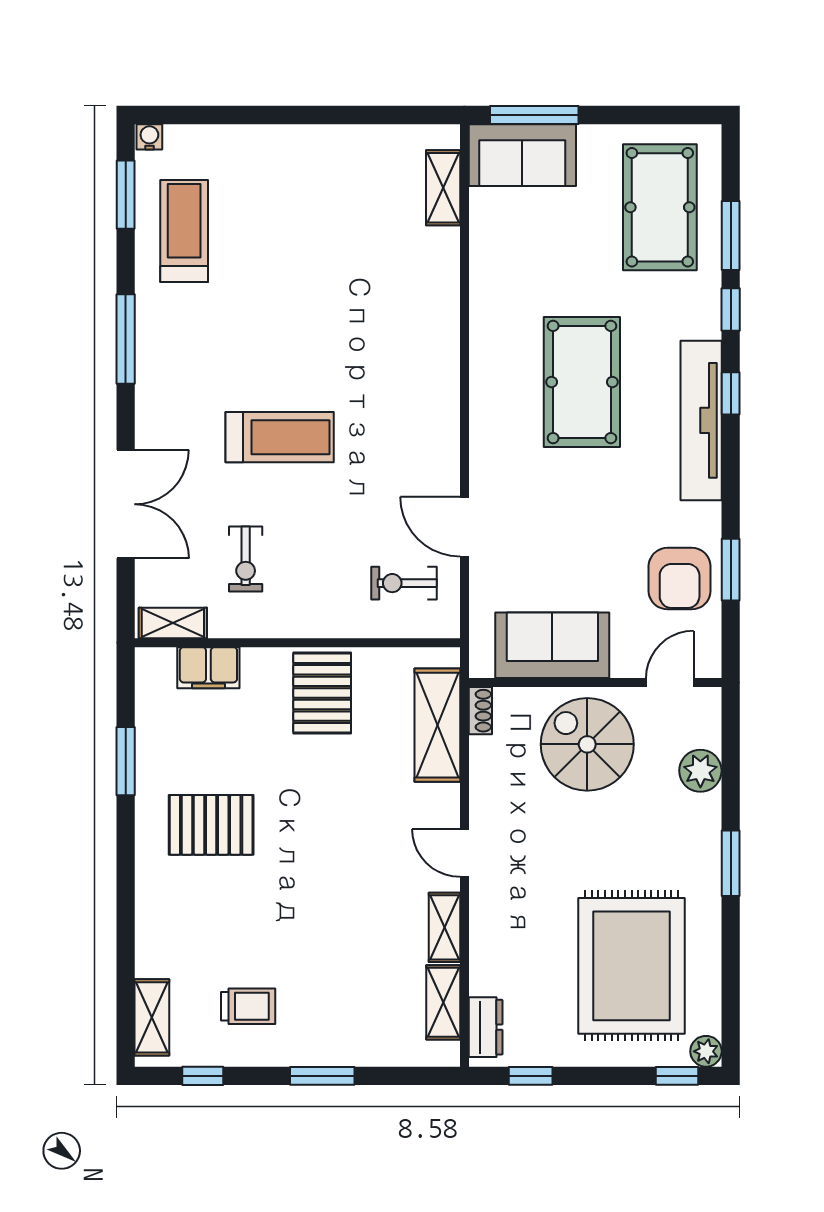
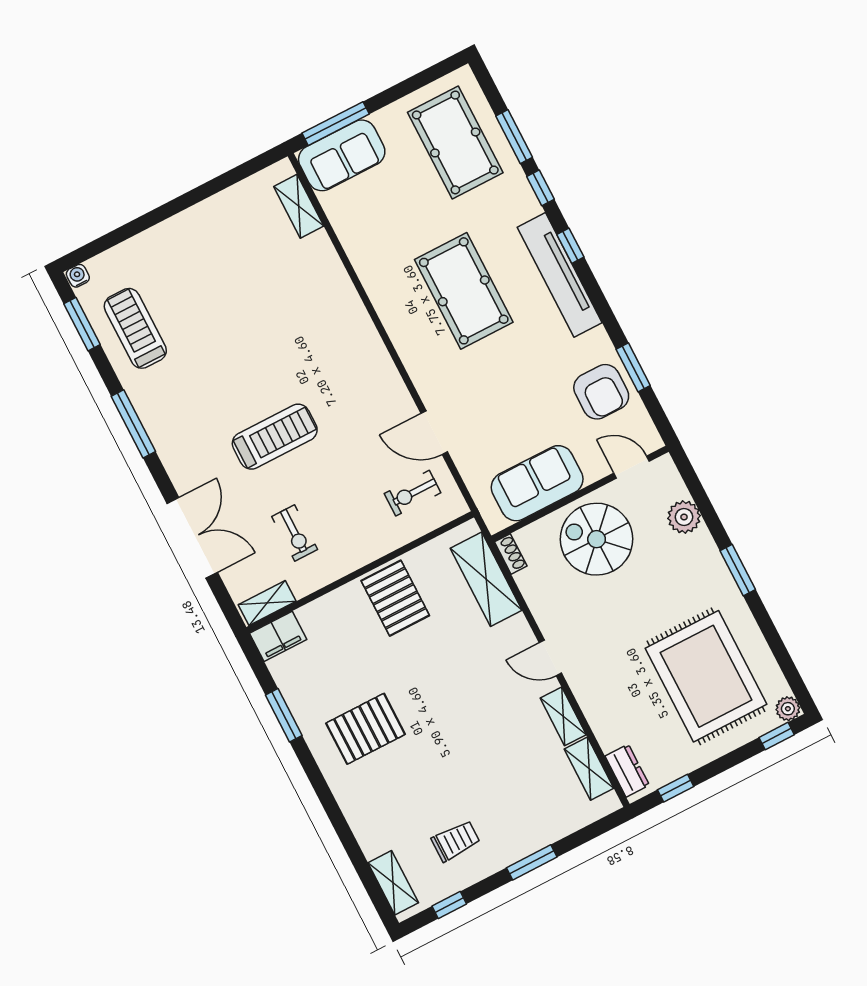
filing cabinet: (208, 668) -> (278, 636), moved
door: (670, 683) -> (632, 467), hinge flipped

